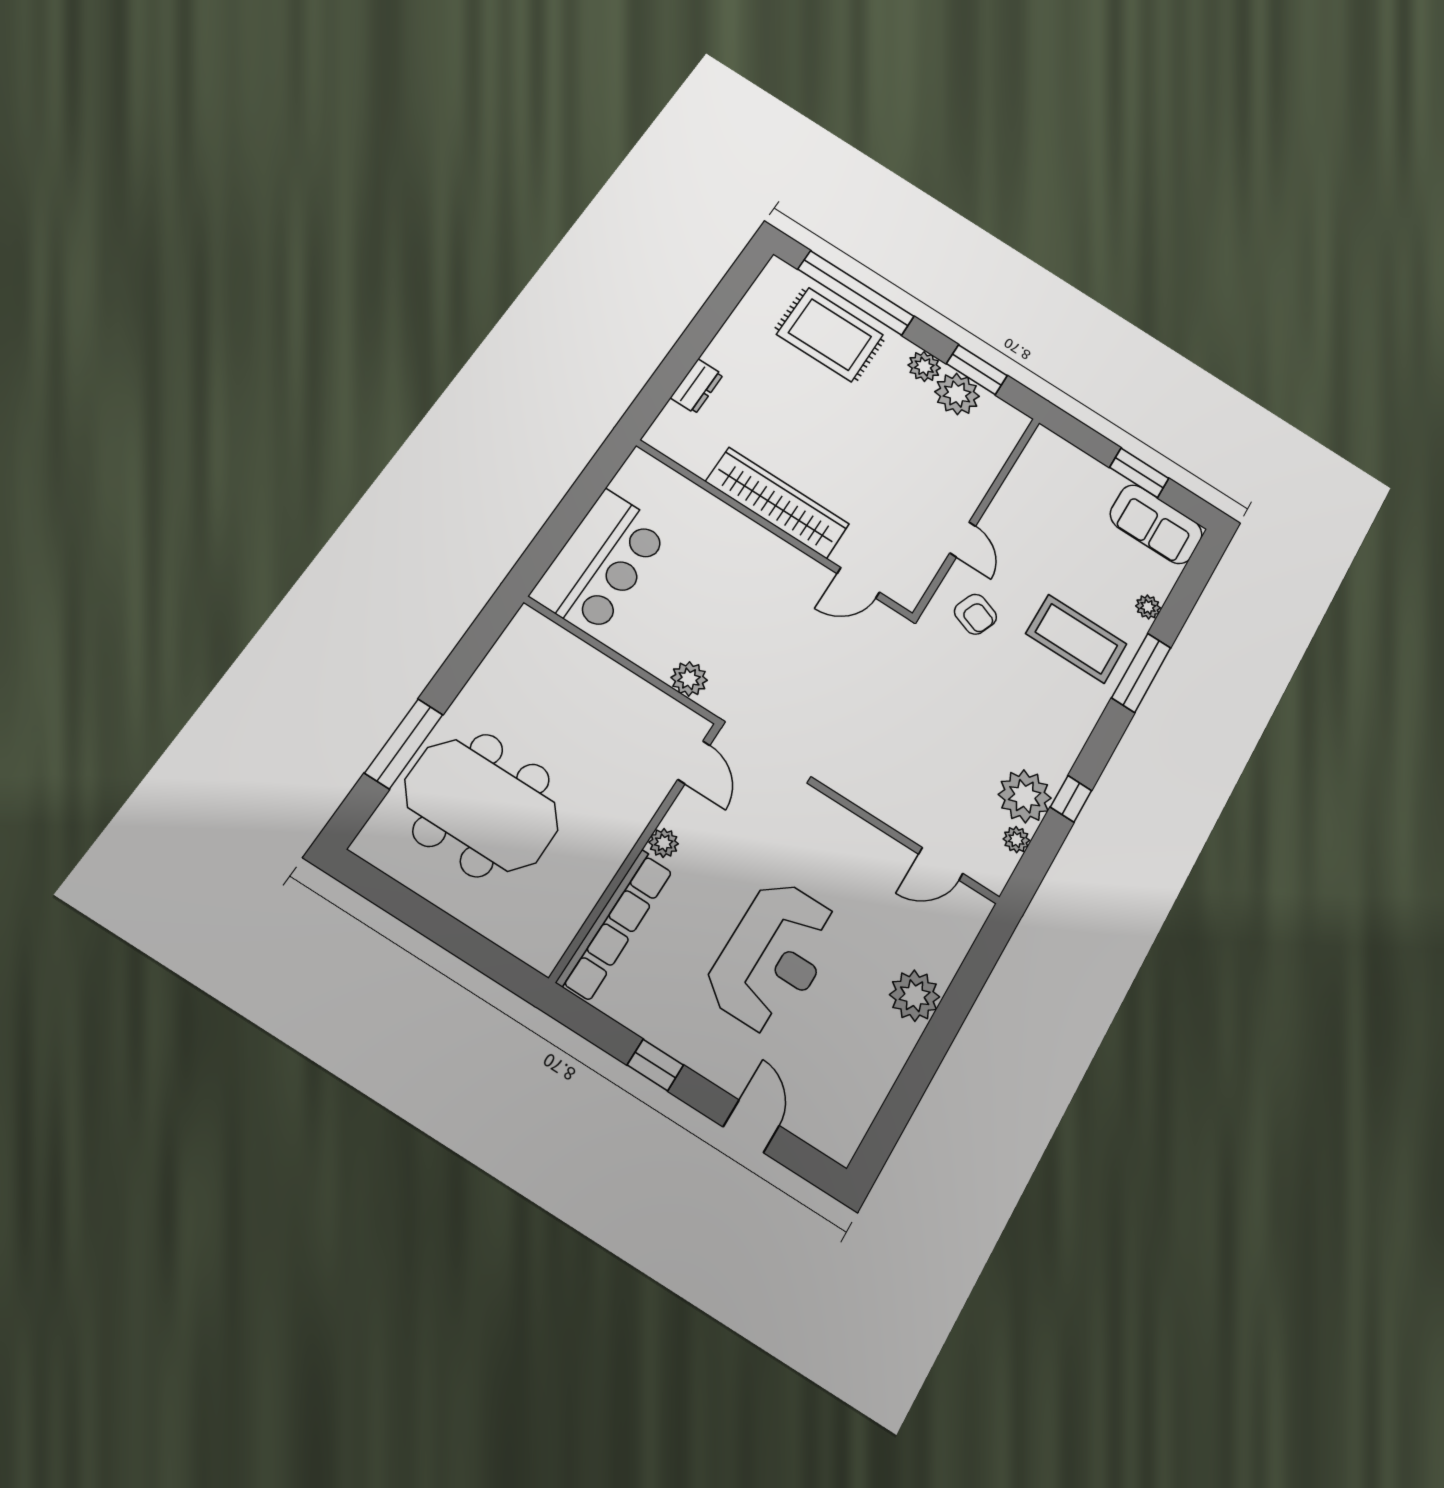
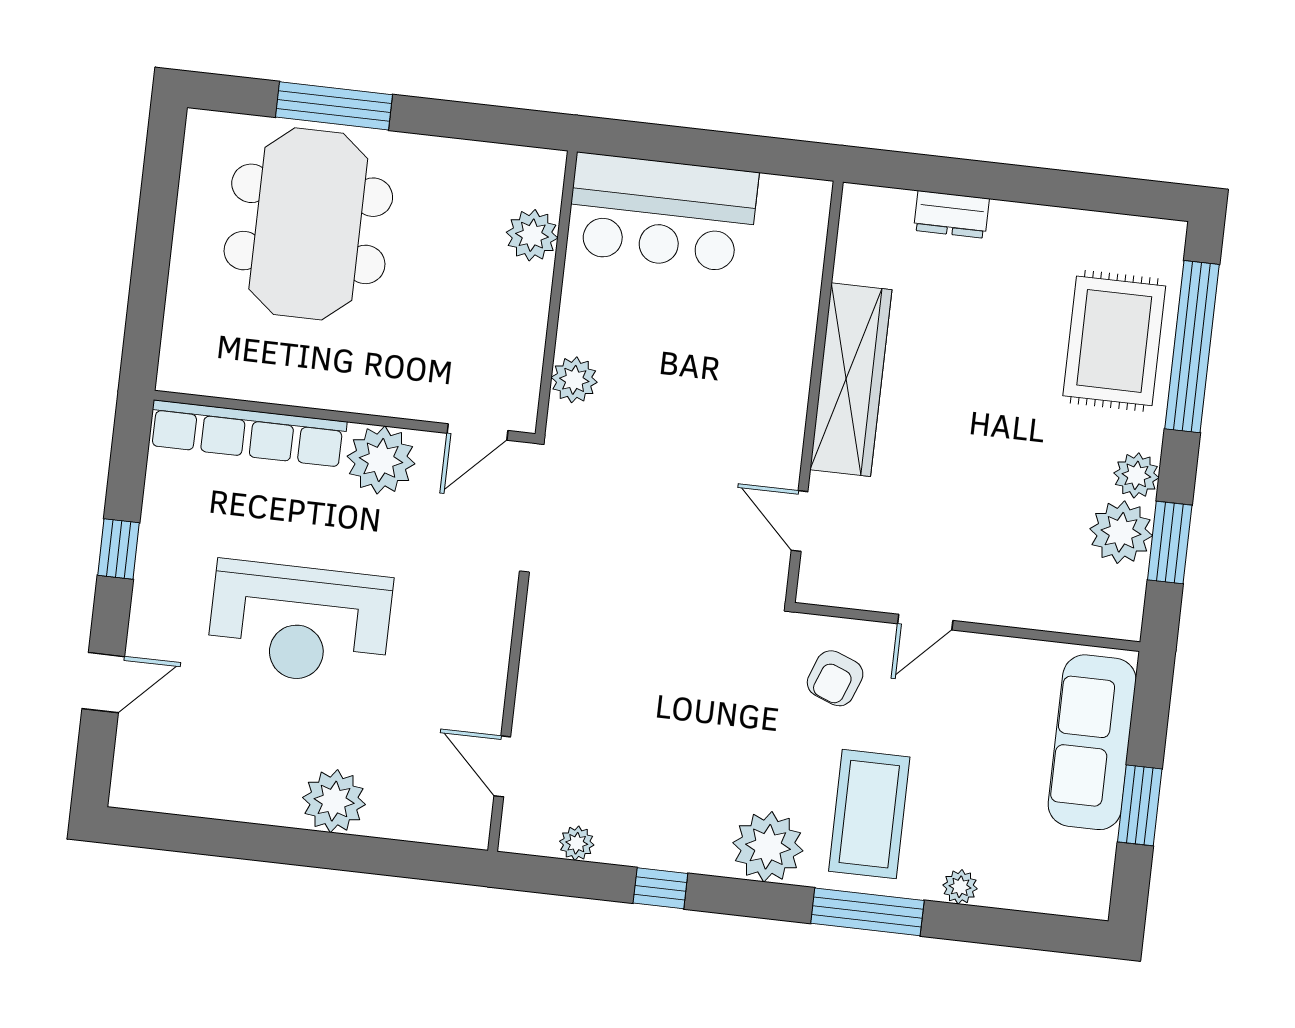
sofa: (1156, 524) -> (1092, 742), moved, width x1.36
plant: (571, 656) -> (532, 235), added
plant: (1025, 796) -> (768, 847), moved
plant: (664, 843) -> (381, 460), width x1.87, depth x1.87

